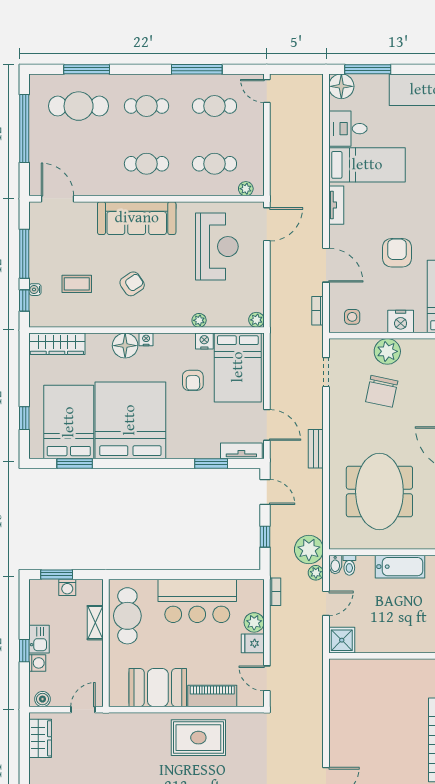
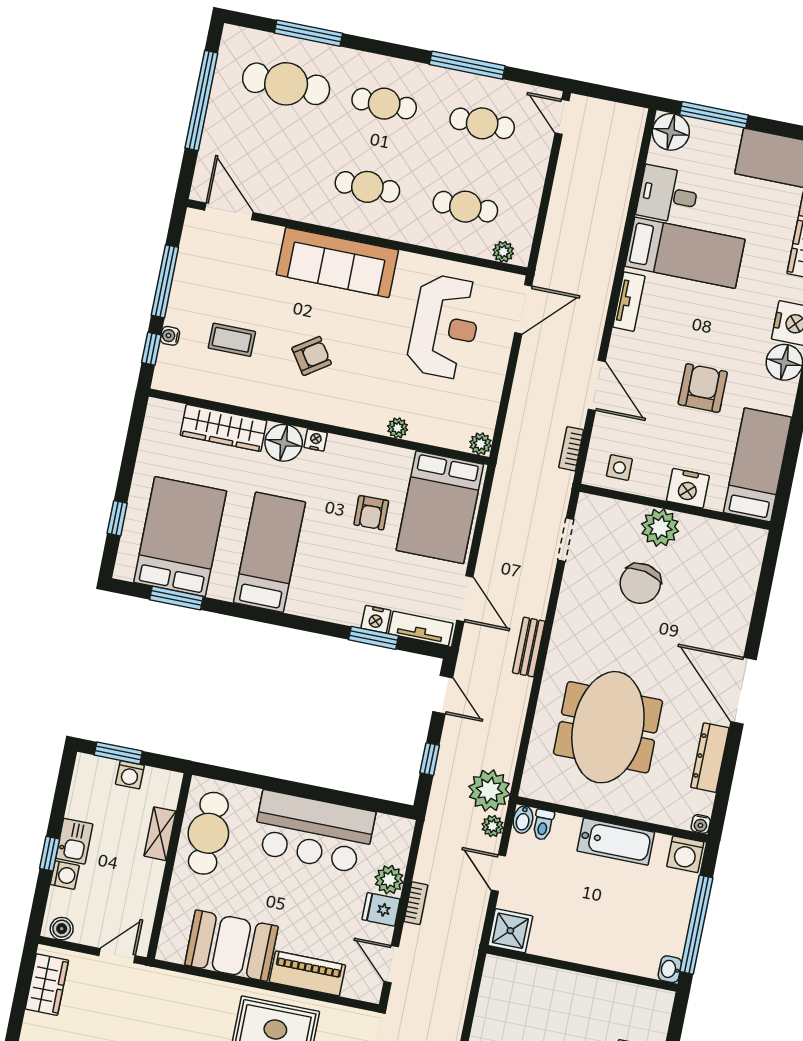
nightstand: (204, 341) -> (376, 619), moved, turned 180
wardrobe: (57, 344) -> (224, 428), moved
bed: (130, 420) -> (269, 552), width x0.49
bookcase: (275, 592) -> (416, 903), moved
door: (326, 603) -> (498, 873), swing flipped

